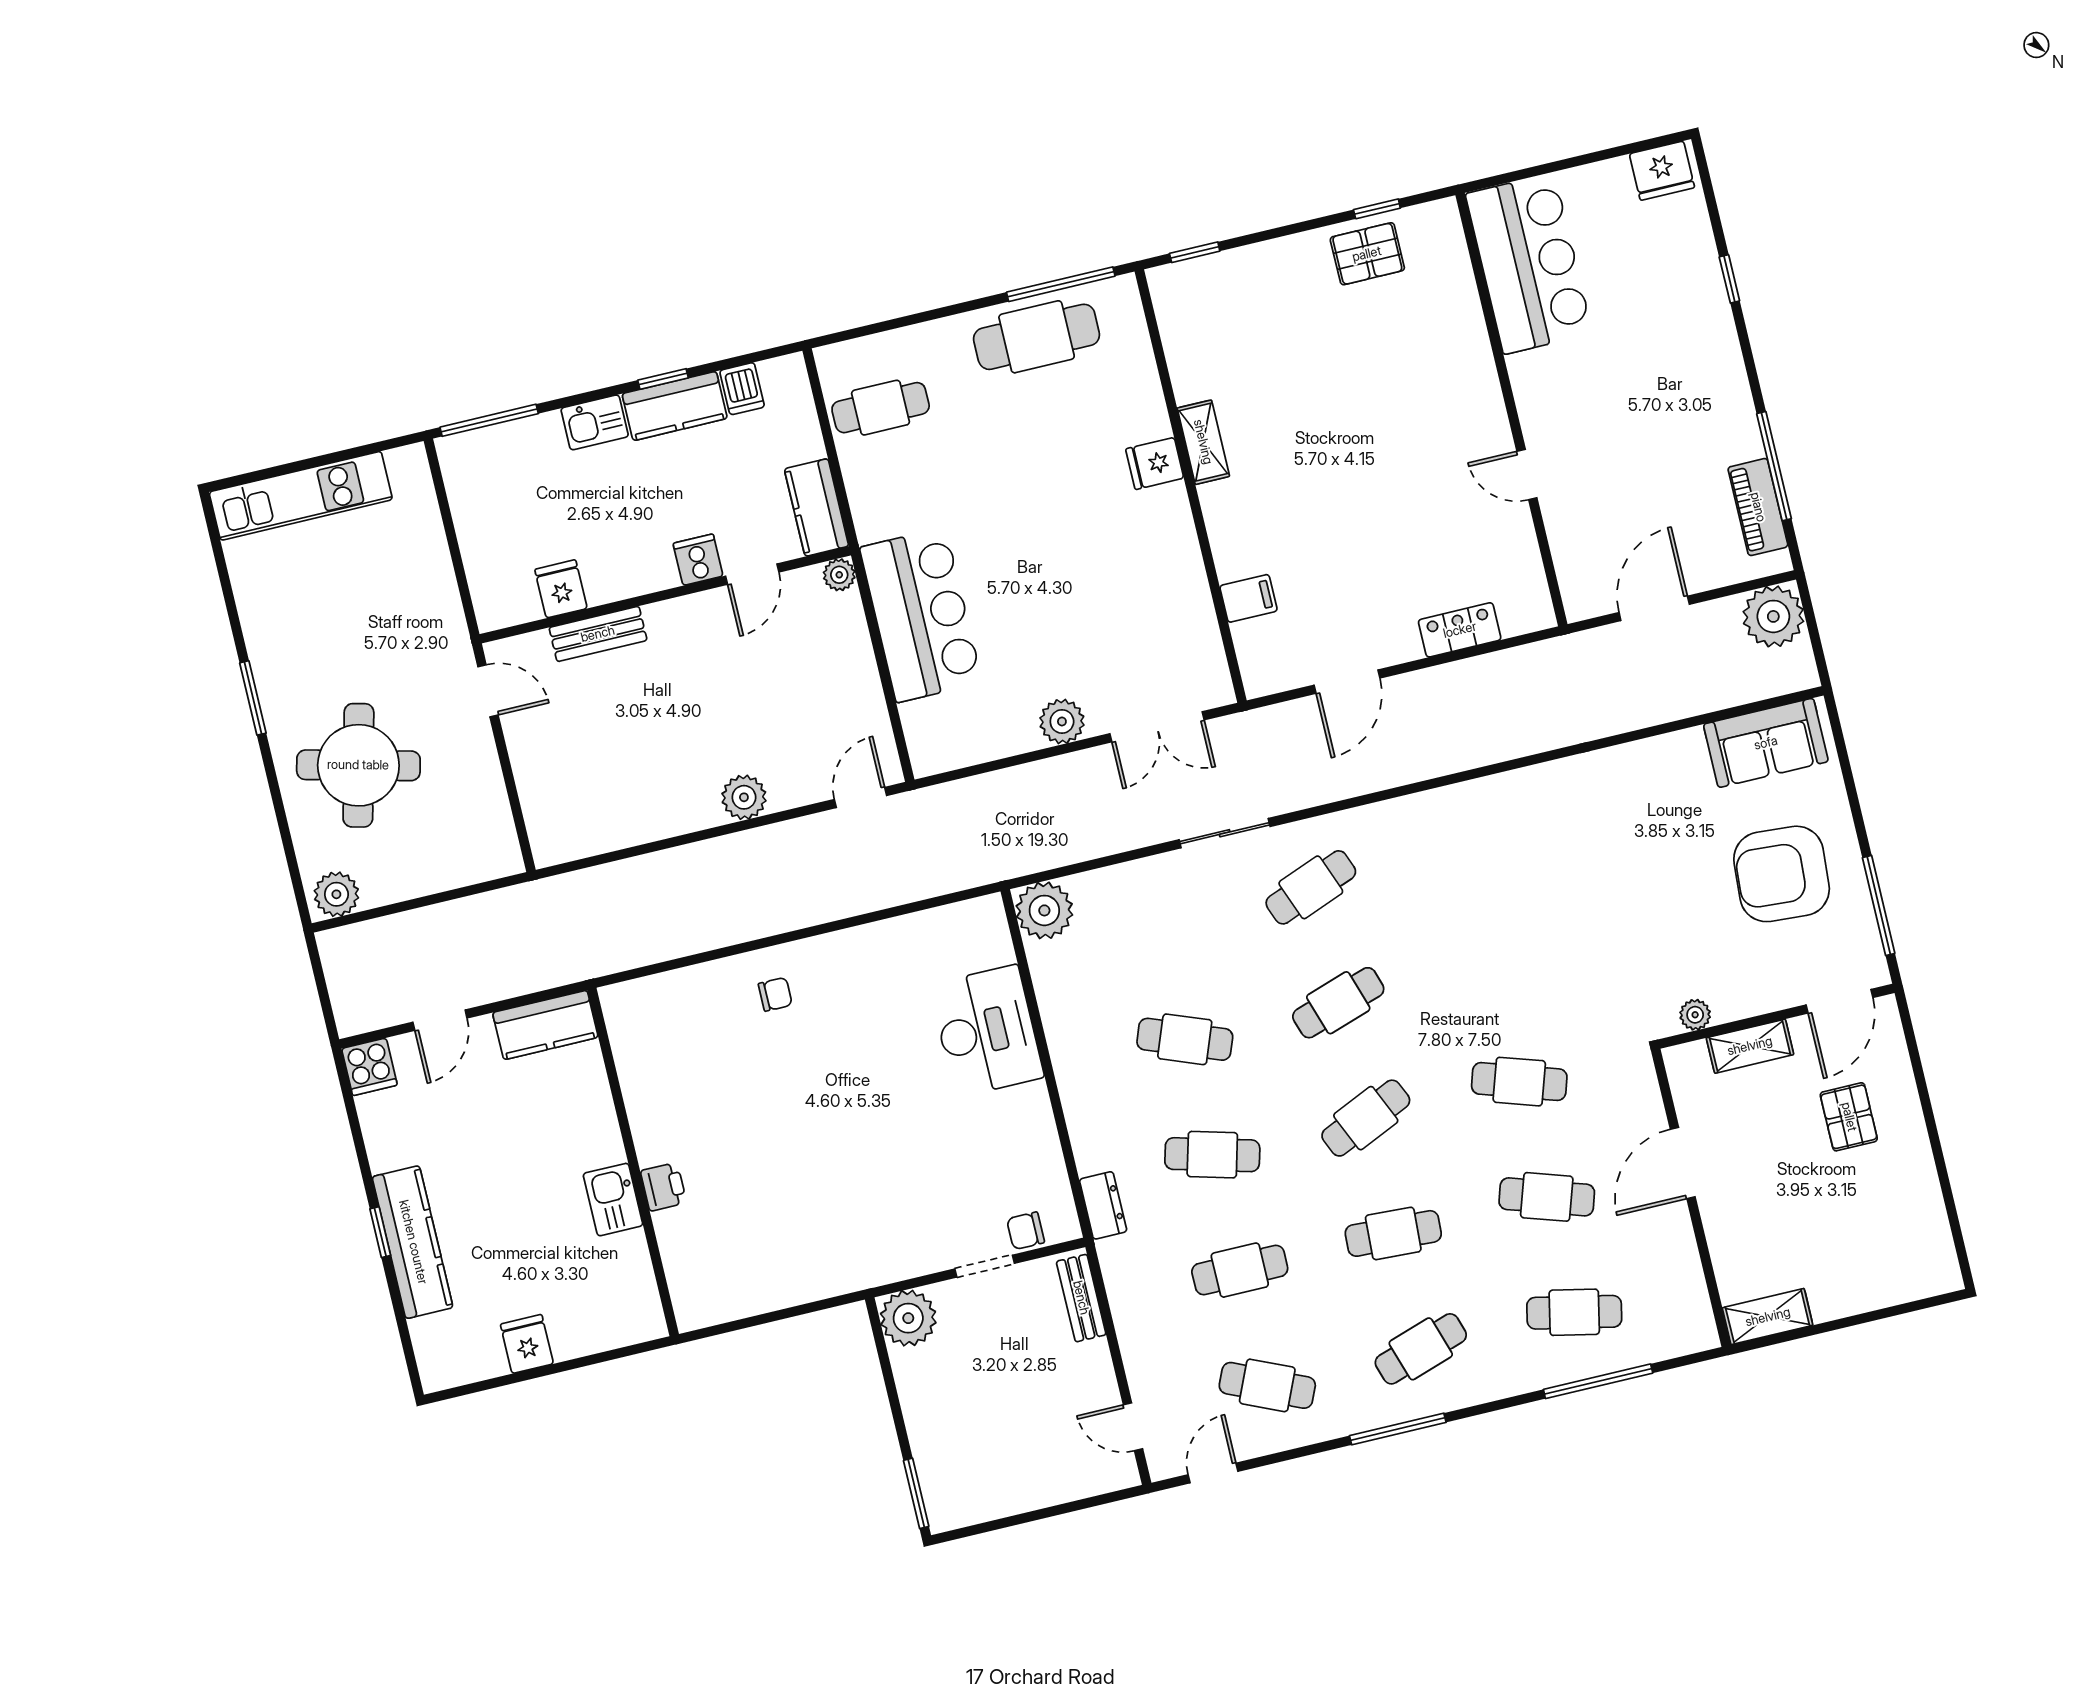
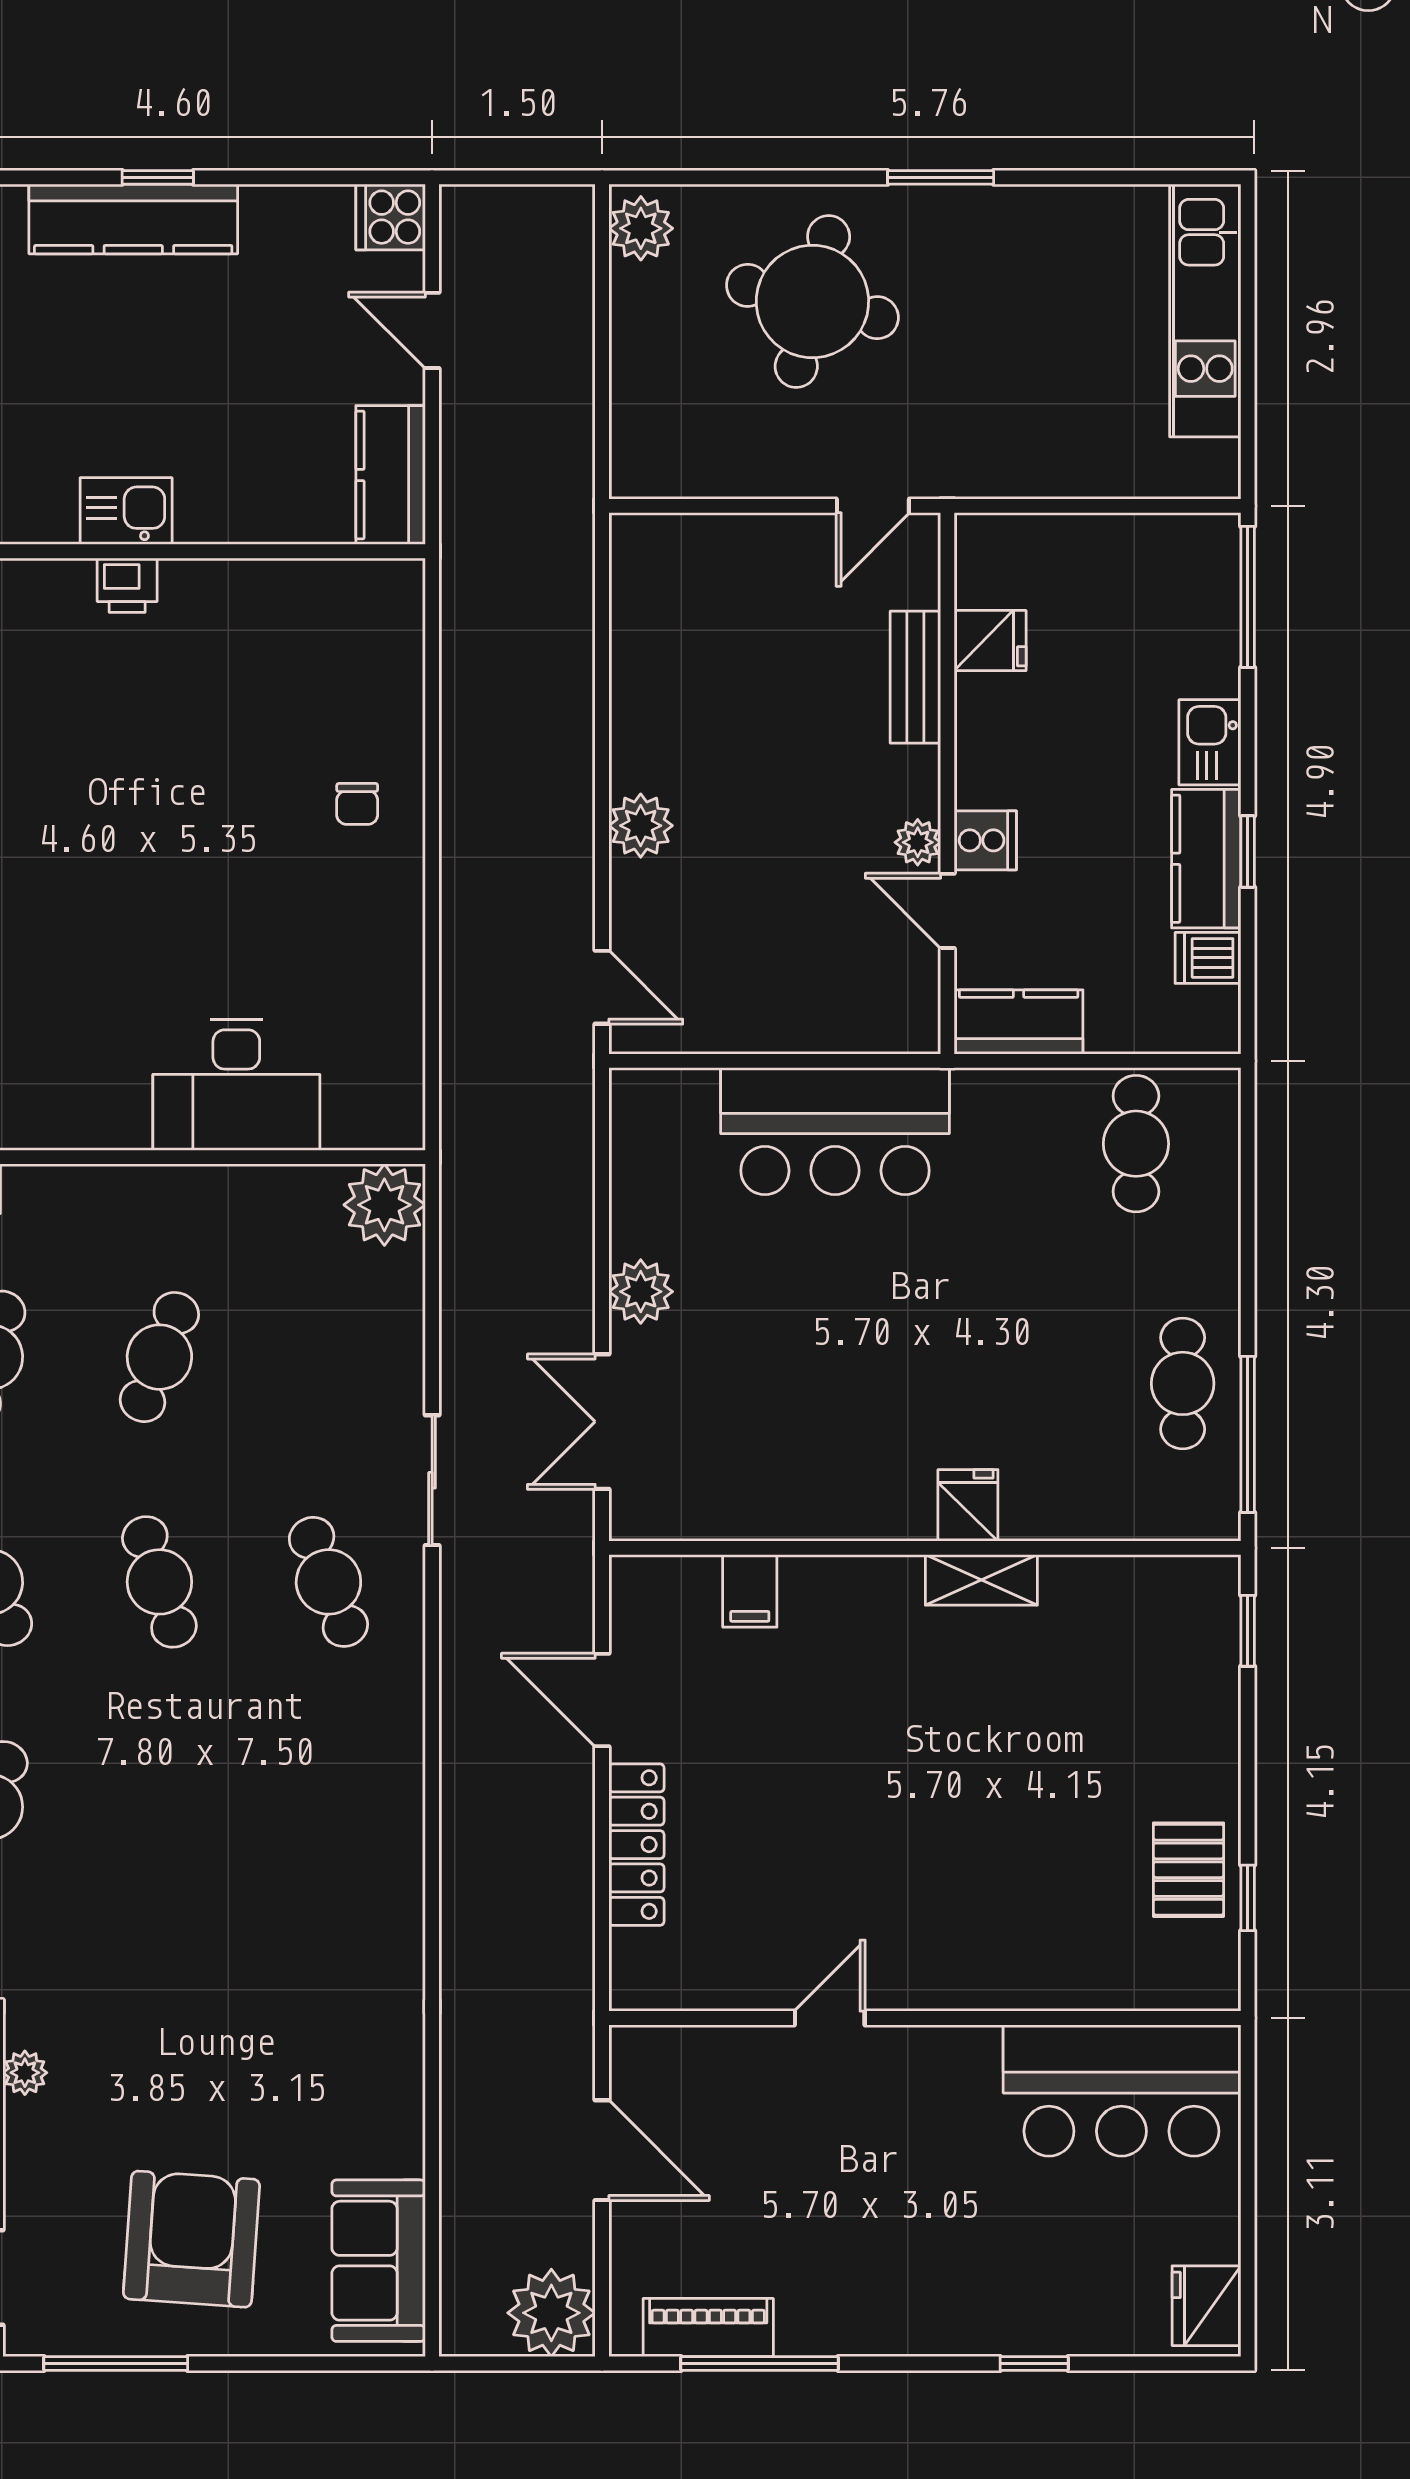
cafe table: (1037, 337) -> (1183, 1383), width x0.73, depth x0.74
plant: (839, 575) -> (918, 842), moved
locker: (1460, 630) -> (636, 1845), width x1.53

